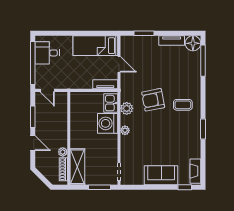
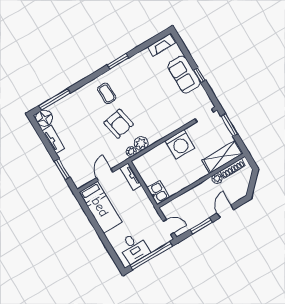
door: (47, 90) -> (168, 227), hinge flipped
kitchen sink: (111, 103) -> (158, 193), moved, turned -90
washing machine: (108, 123) -> (180, 144), moved
plant: (125, 130) -> (131, 152), moved
window: (185, 187) -> (199, 75), moved

